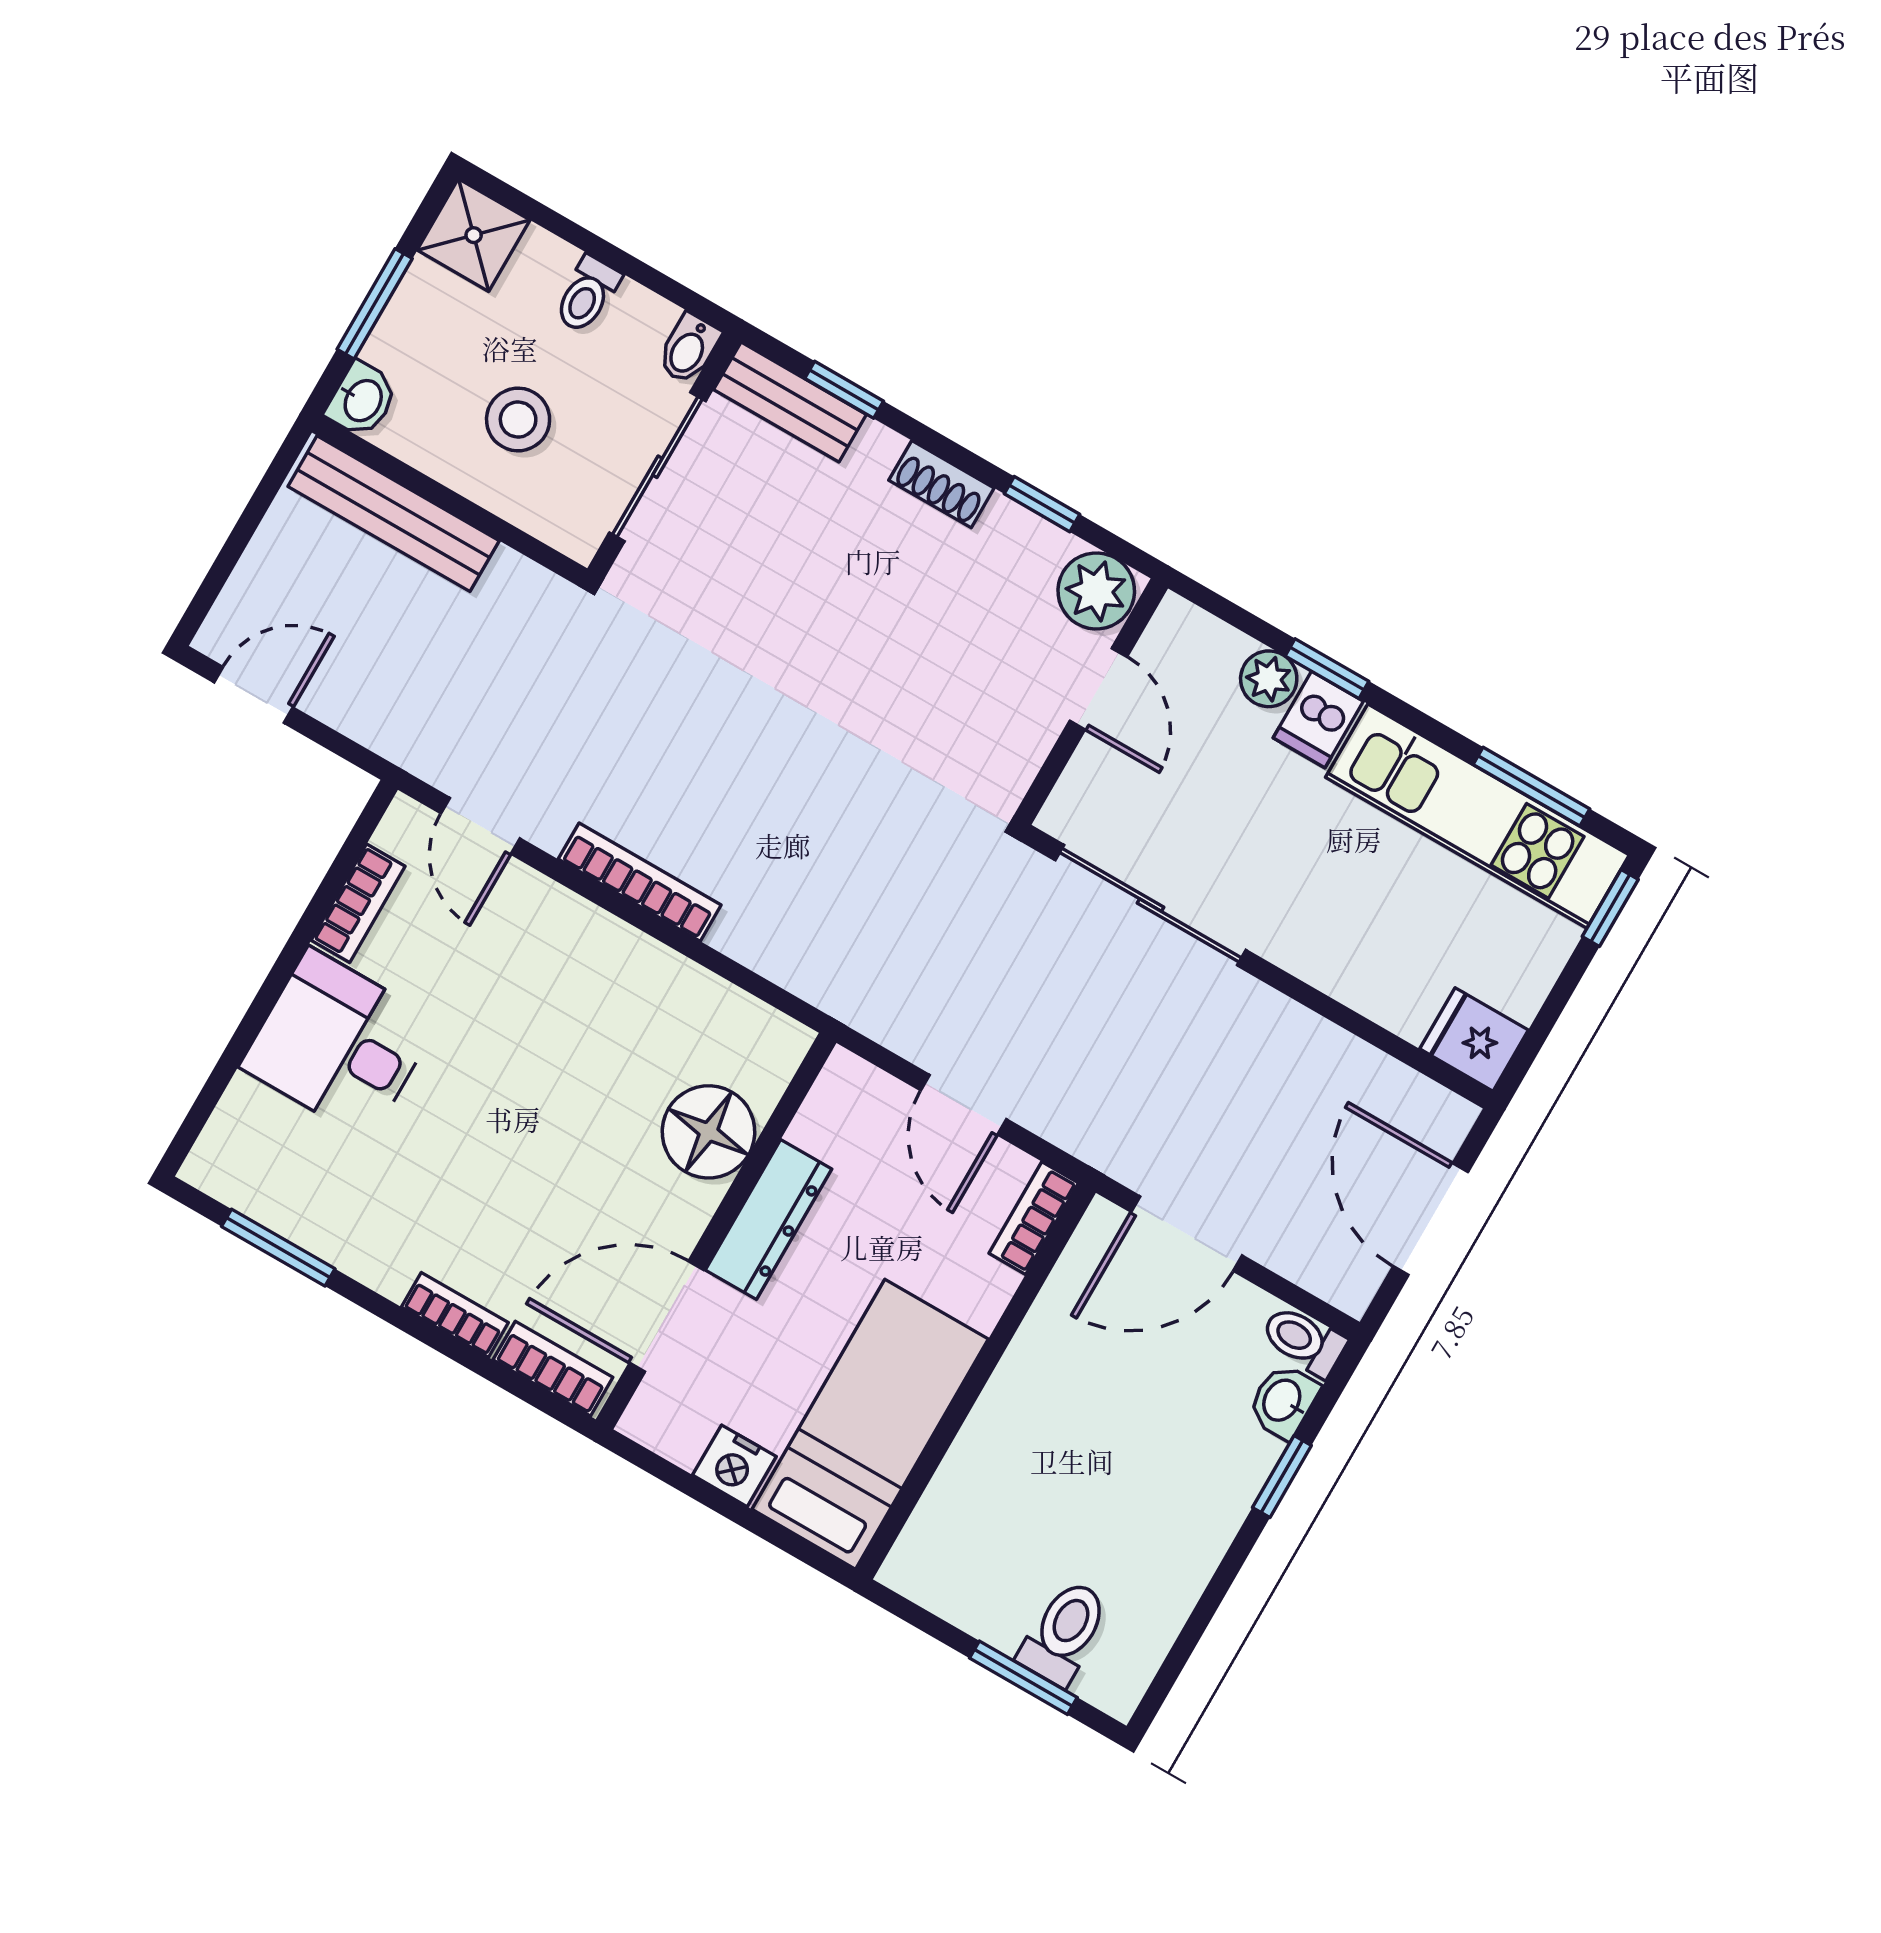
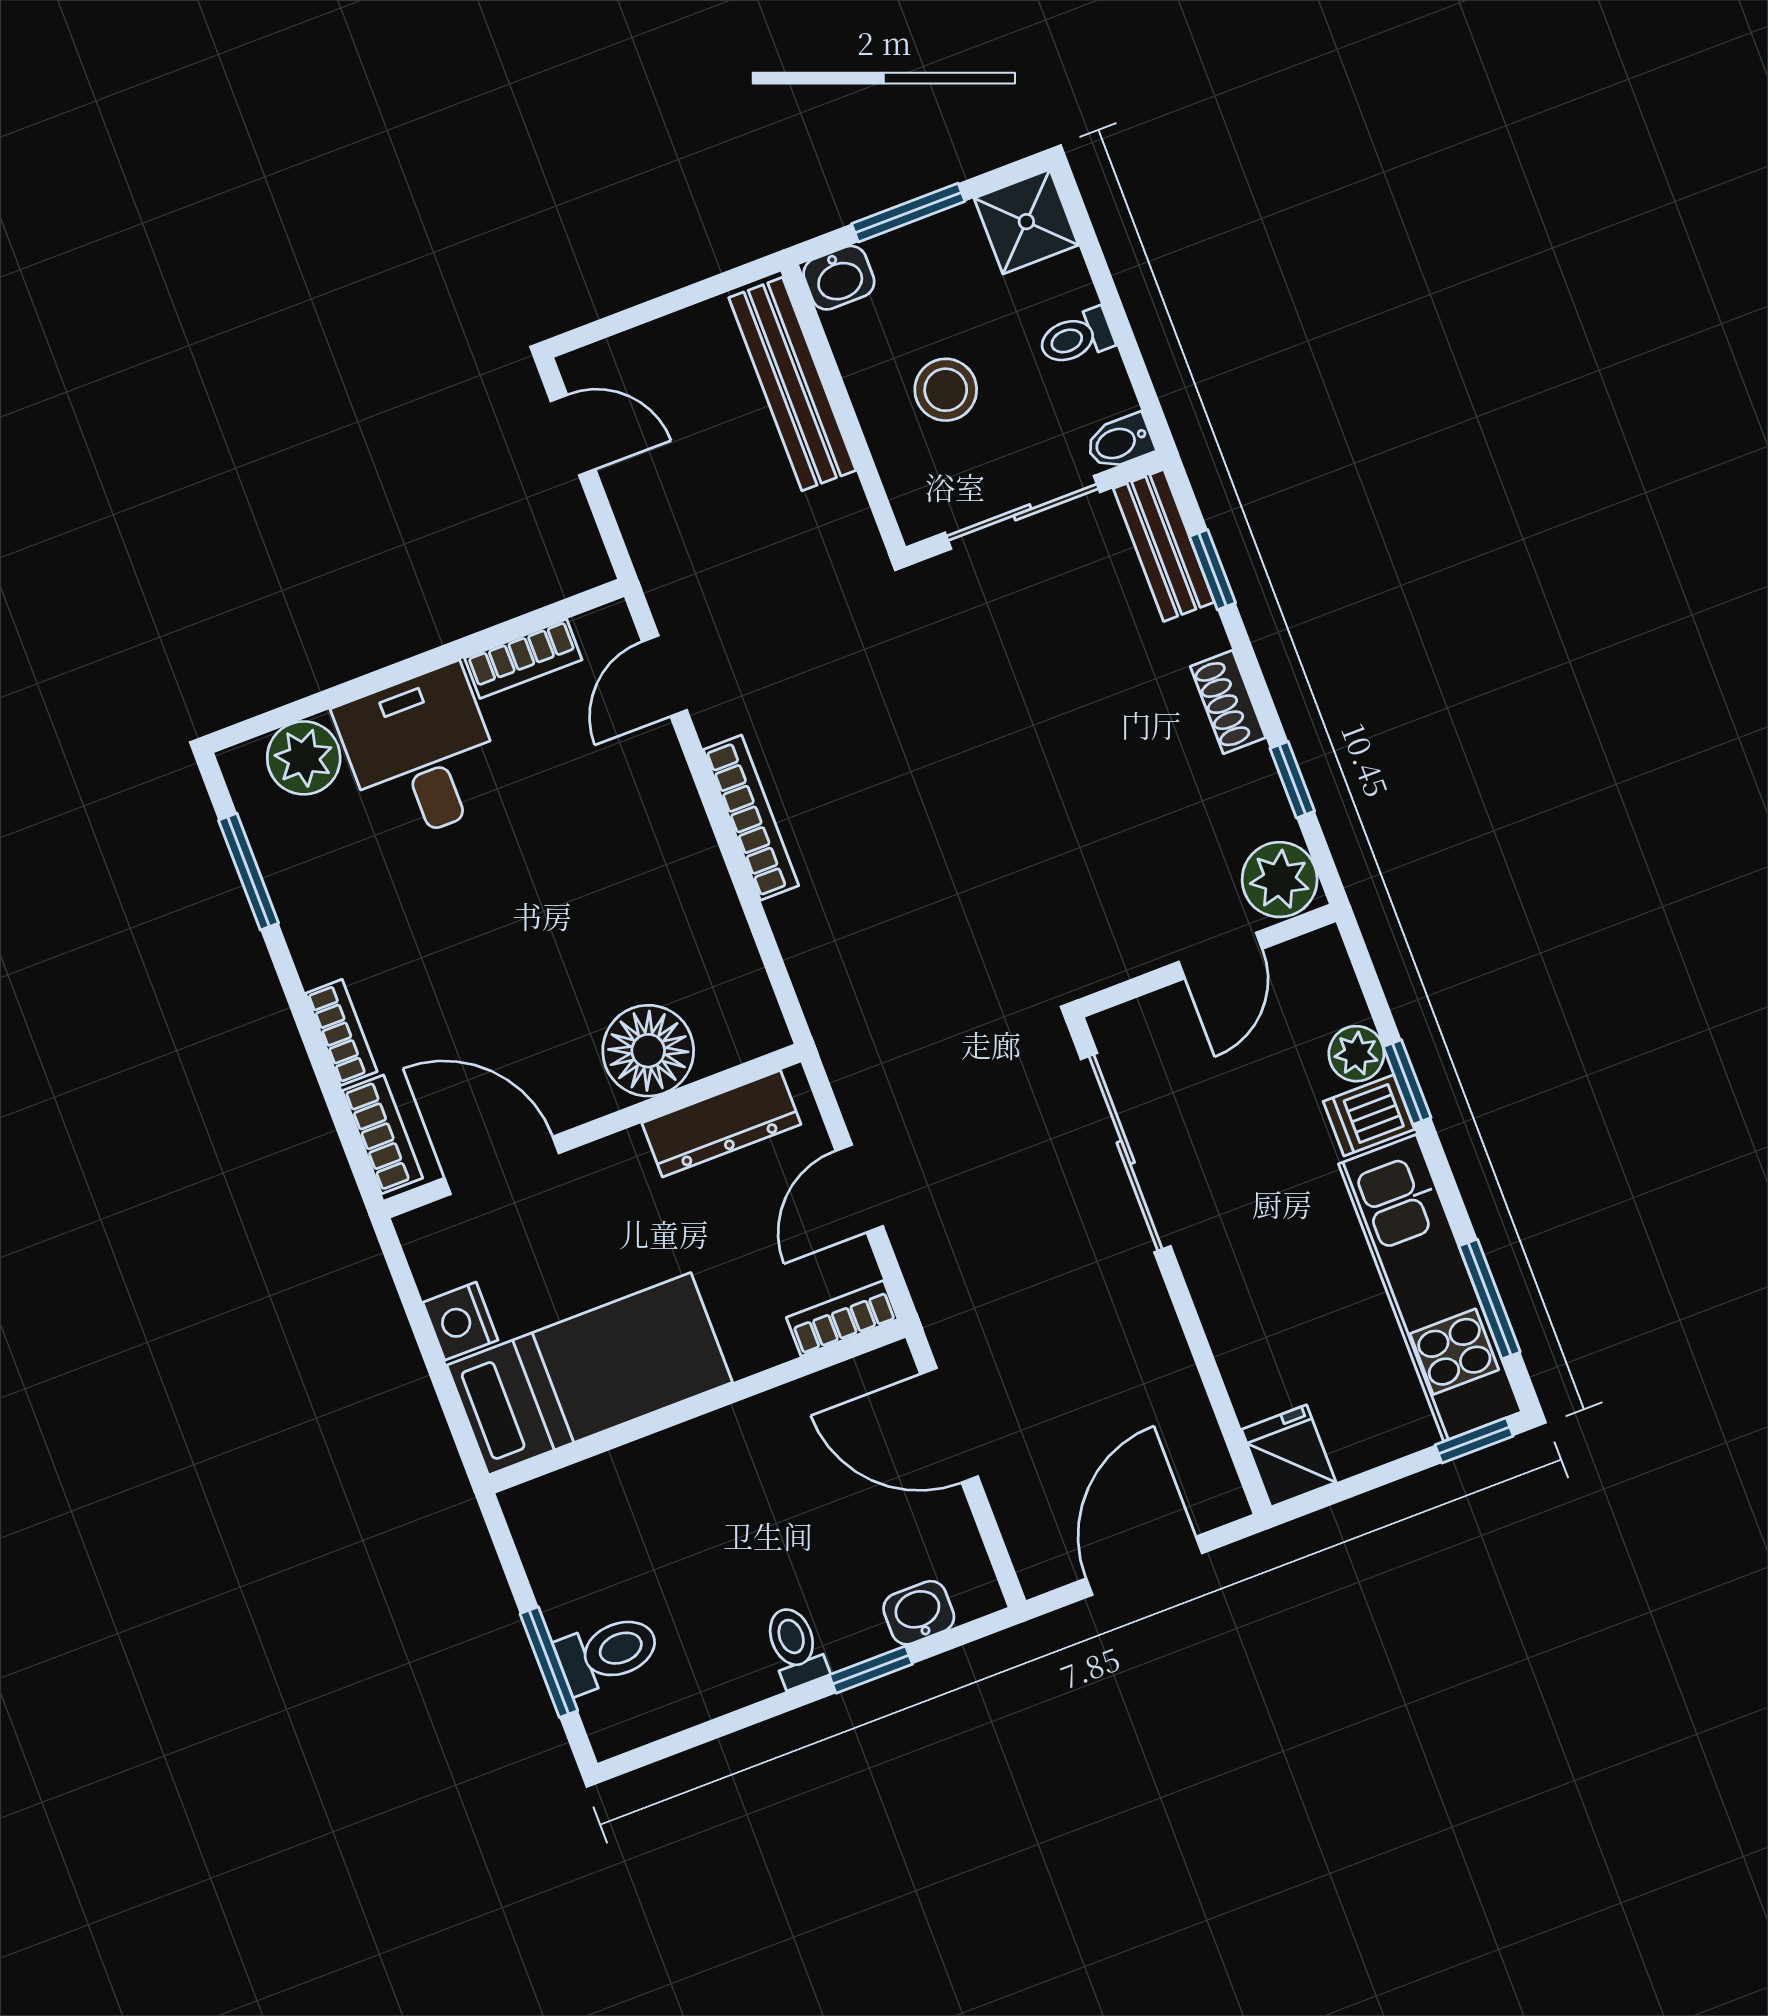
plant: (249, 1123) -> (304, 758), added
dresser: (768, 1219) -> (721, 1124), moved
toilet: (1304, 1341) -> (795, 1647), moved

